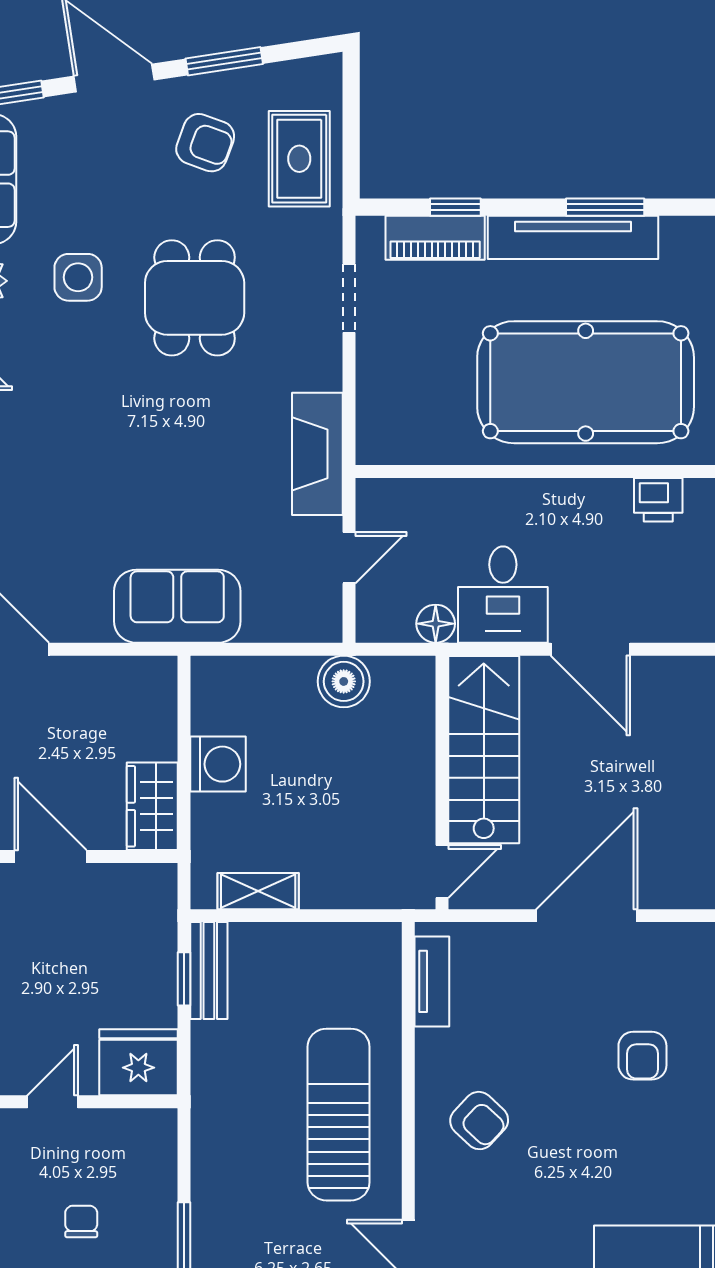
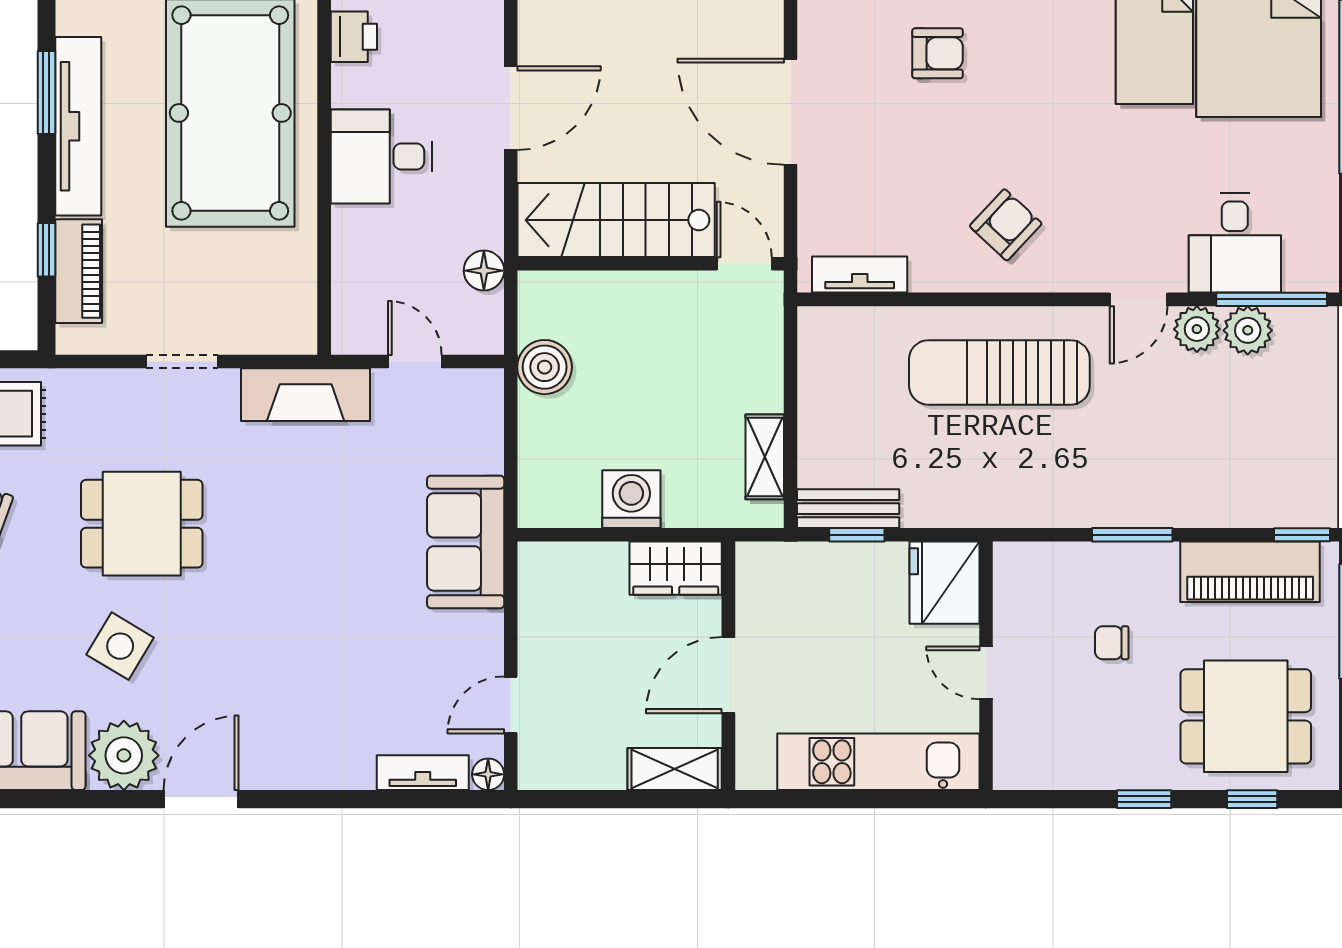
side table: (78, 277) -> (120, 646), turned 31
doorway: (349, 298) -> (182, 362), moved
desk: (503, 595) -> (381, 157), moved, turned 180

